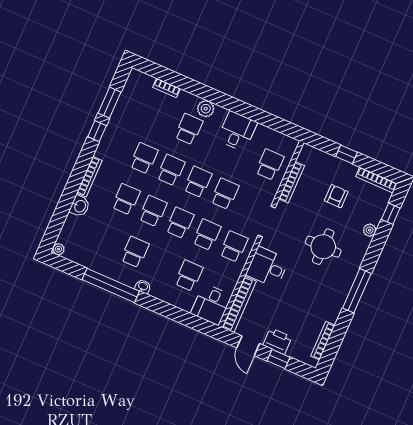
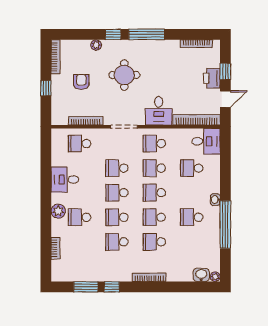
armchair: (336, 196) -> (81, 82), turned 90
washbasin: (80, 206) -> (201, 275), moved
window: (391, 214) -> (113, 34), moved

